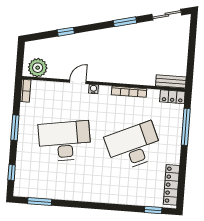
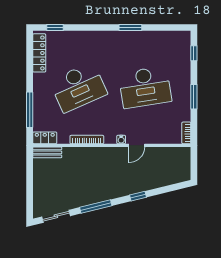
window: (125, 22) -> (96, 207), width x1.44
window: (66, 32) -> (138, 196), moved
plant: (38, 68) -> (176, 156), removed
window: (40, 201) -> (130, 28), moved

